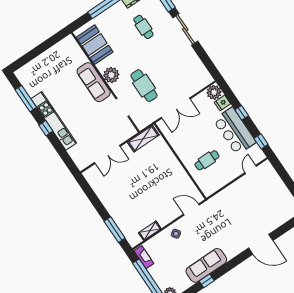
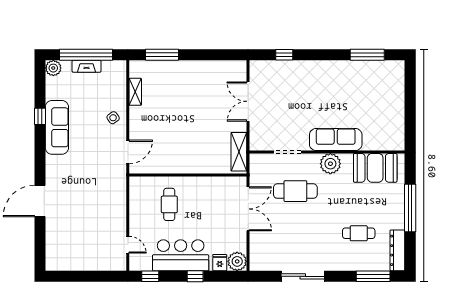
sliding door: (185, 29) -> (303, 276), moved
double door: (176, 108) -> (248, 209), swing flipped
kitchen unit: (54, 121) -> (323, 69), removed
window: (46, 128) -> (284, 55), moved
fireplace: (144, 257) -> (87, 66), moved

